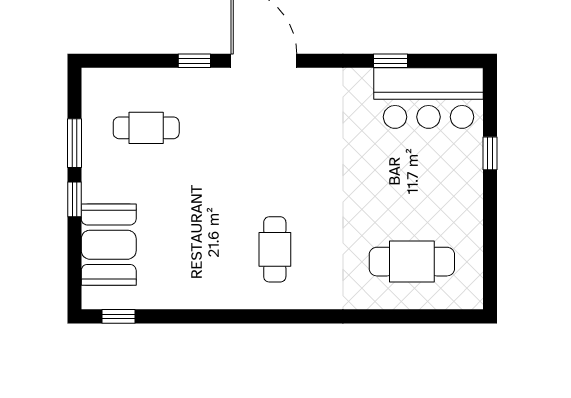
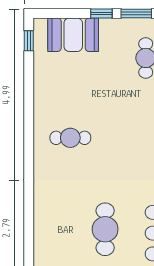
cafe table: (412, 262) -> (105, 229), moved

